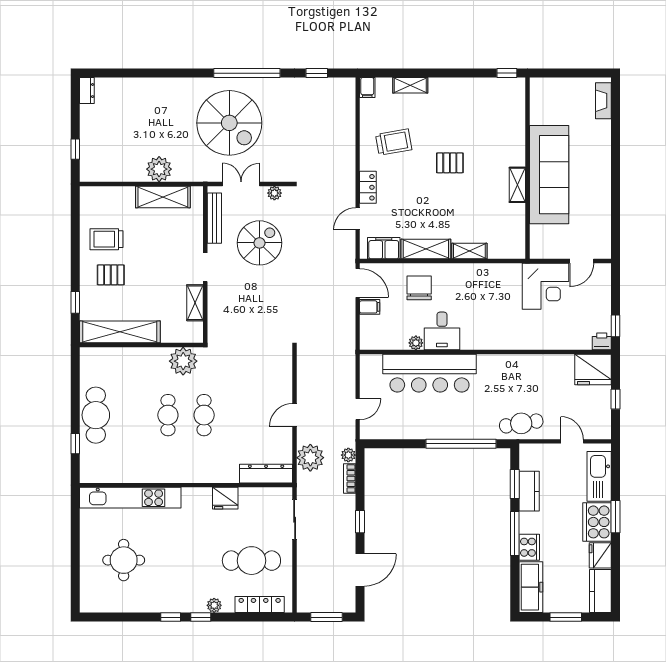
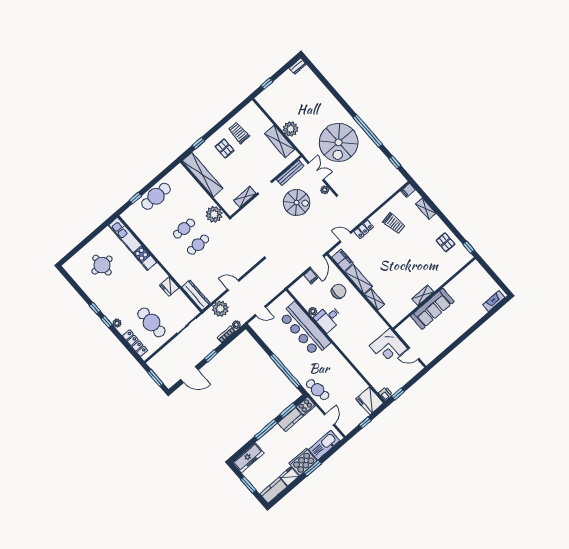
pallet: (450, 163) -> (445, 242), moved
sofa: (549, 175) -> (432, 309), width x0.74, depth x0.79
cooker: (529, 547) -> (306, 406), moved

